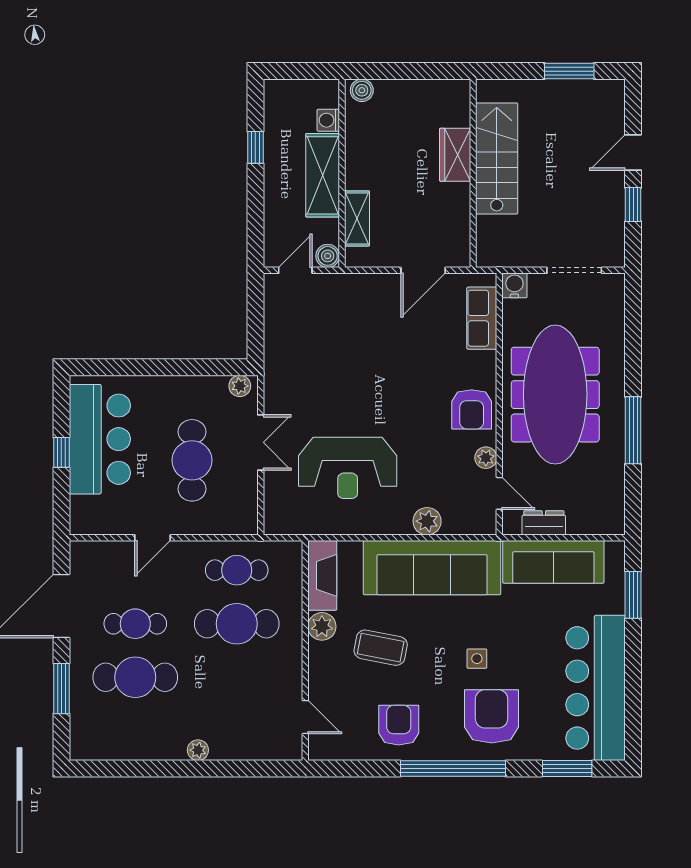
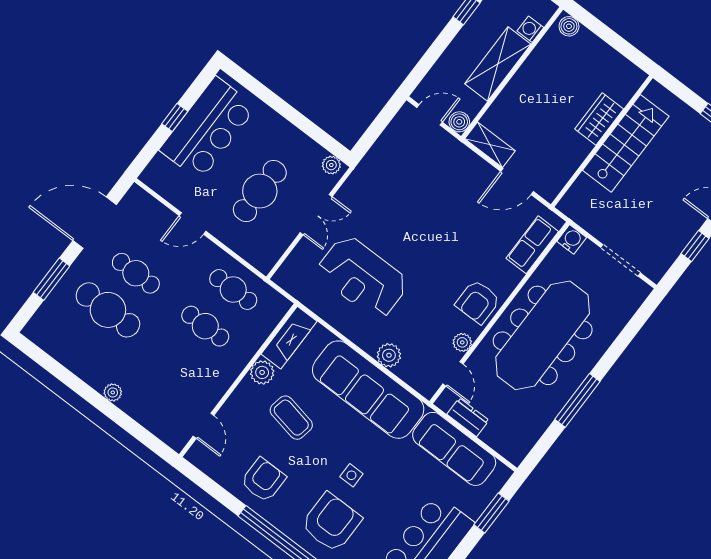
shelving: (357, 218) -> (490, 145), moved, turned 90
cafe table: (237, 624) -> (205, 326), width x0.73, depth x0.74

